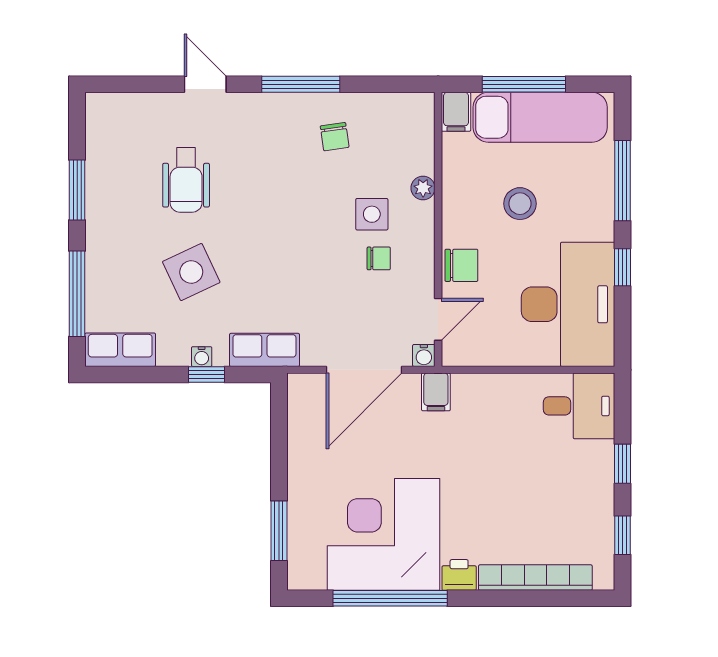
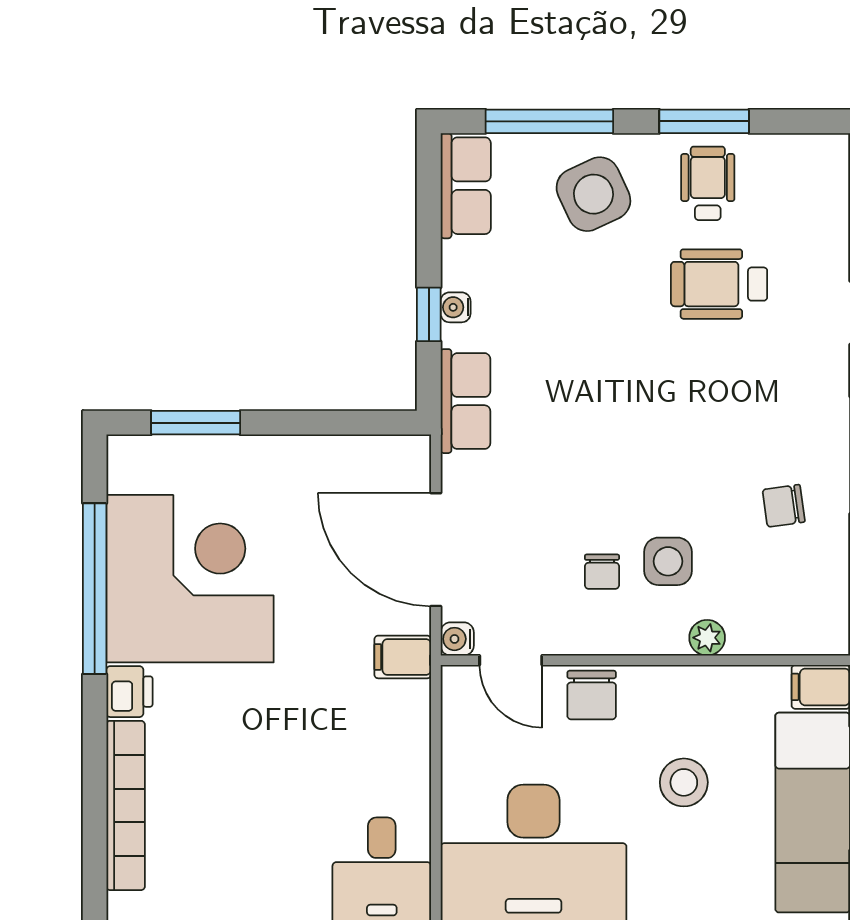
wheelchair: (119, 188) -> (708, 183), added
side table: (191, 272) -> (593, 194), moved

